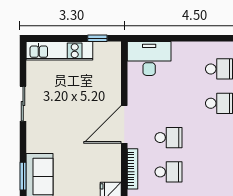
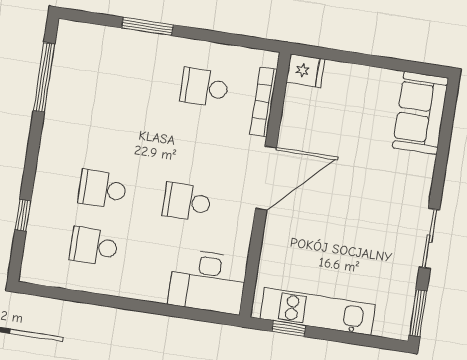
kitchen unit: (59, 51) -> (318, 312), moved
school desk: (169, 138) -> (187, 202), moved
window: (23, 176) -> (418, 313), moved

